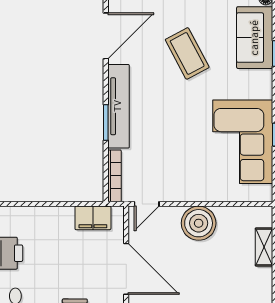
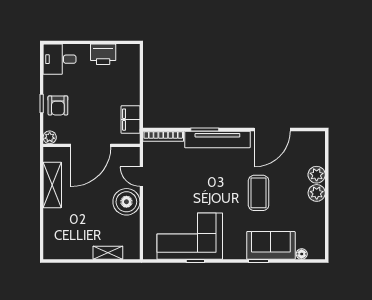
door: (106, 36) -> (272, 130), hinge flipped
coffee table: (187, 53) -> (259, 193), turned -62
door: (147, 204) -> (141, 177), moved

